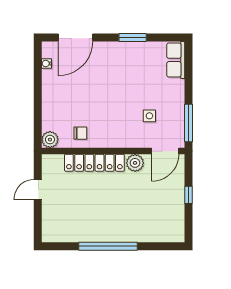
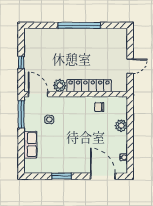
door: (75, 38) -> (103, 176), hinge flipped
row of seats: (176, 60) -> (30, 145), moved
plant: (50, 140) -> (121, 126), moved
door: (165, 151) -> (38, 94), hinge flipped

